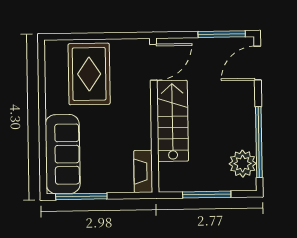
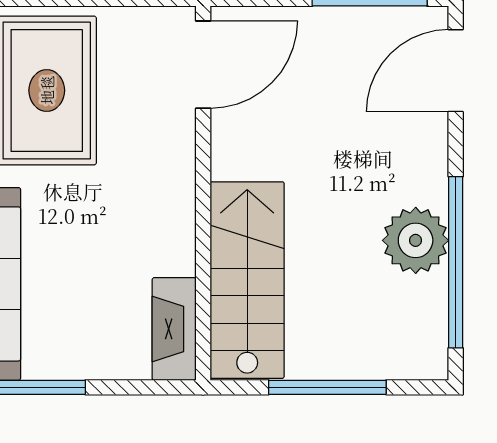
stairs: (172, 121) -> (247, 280), moved
plant: (243, 164) -> (416, 240), moved

